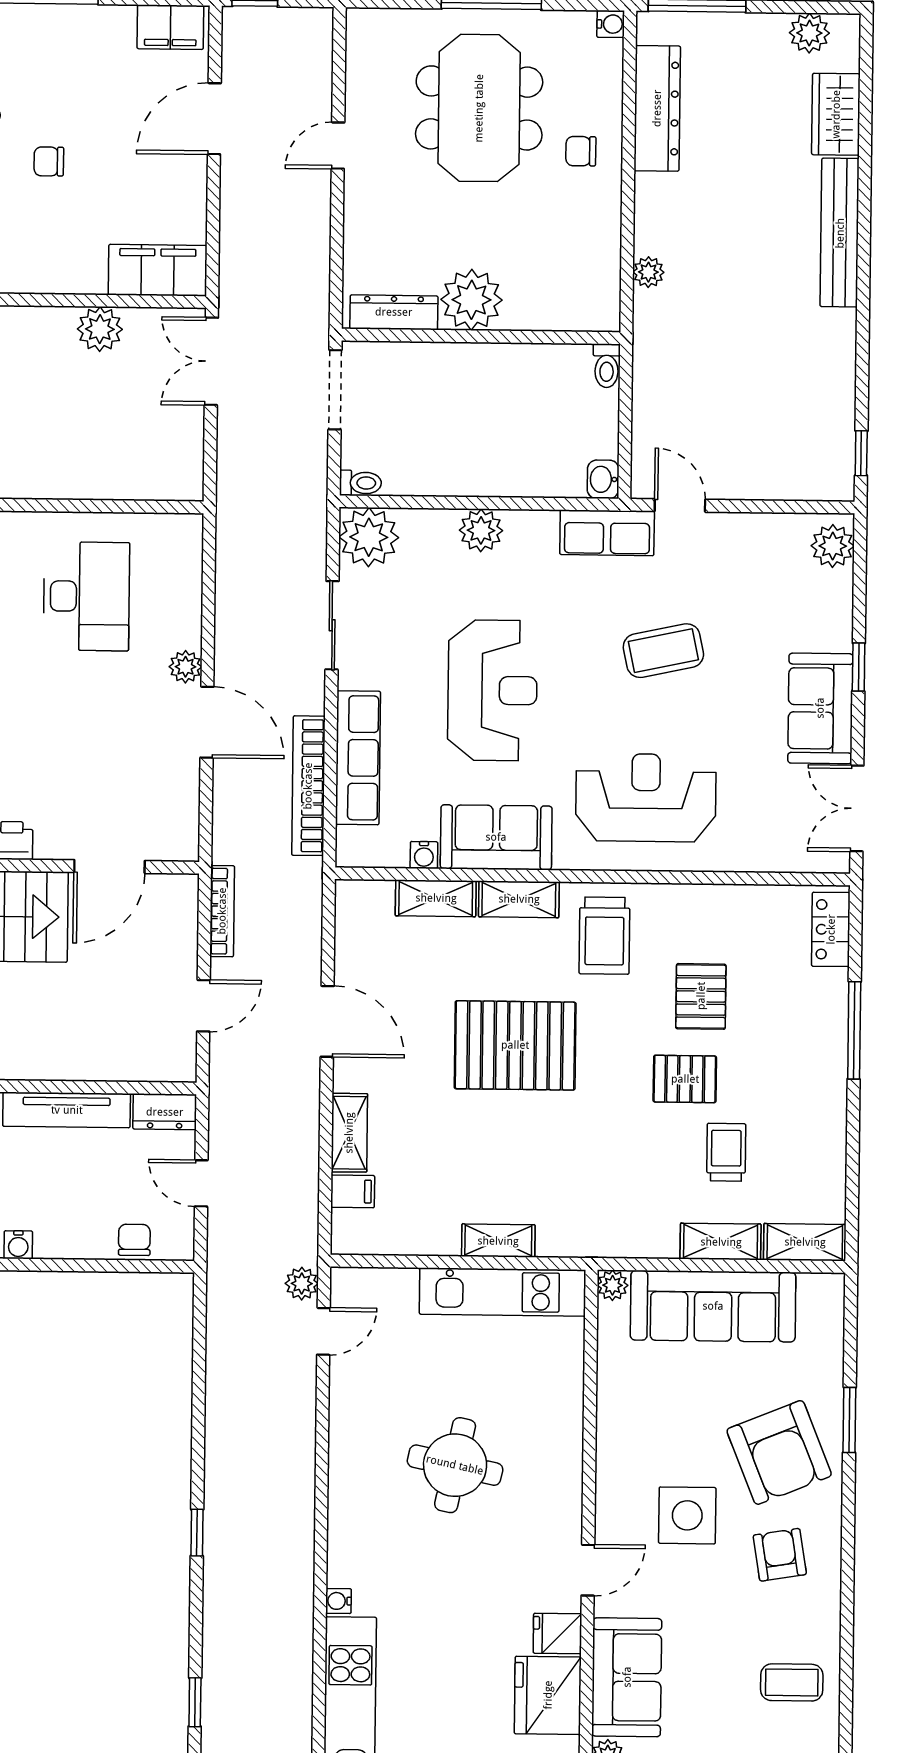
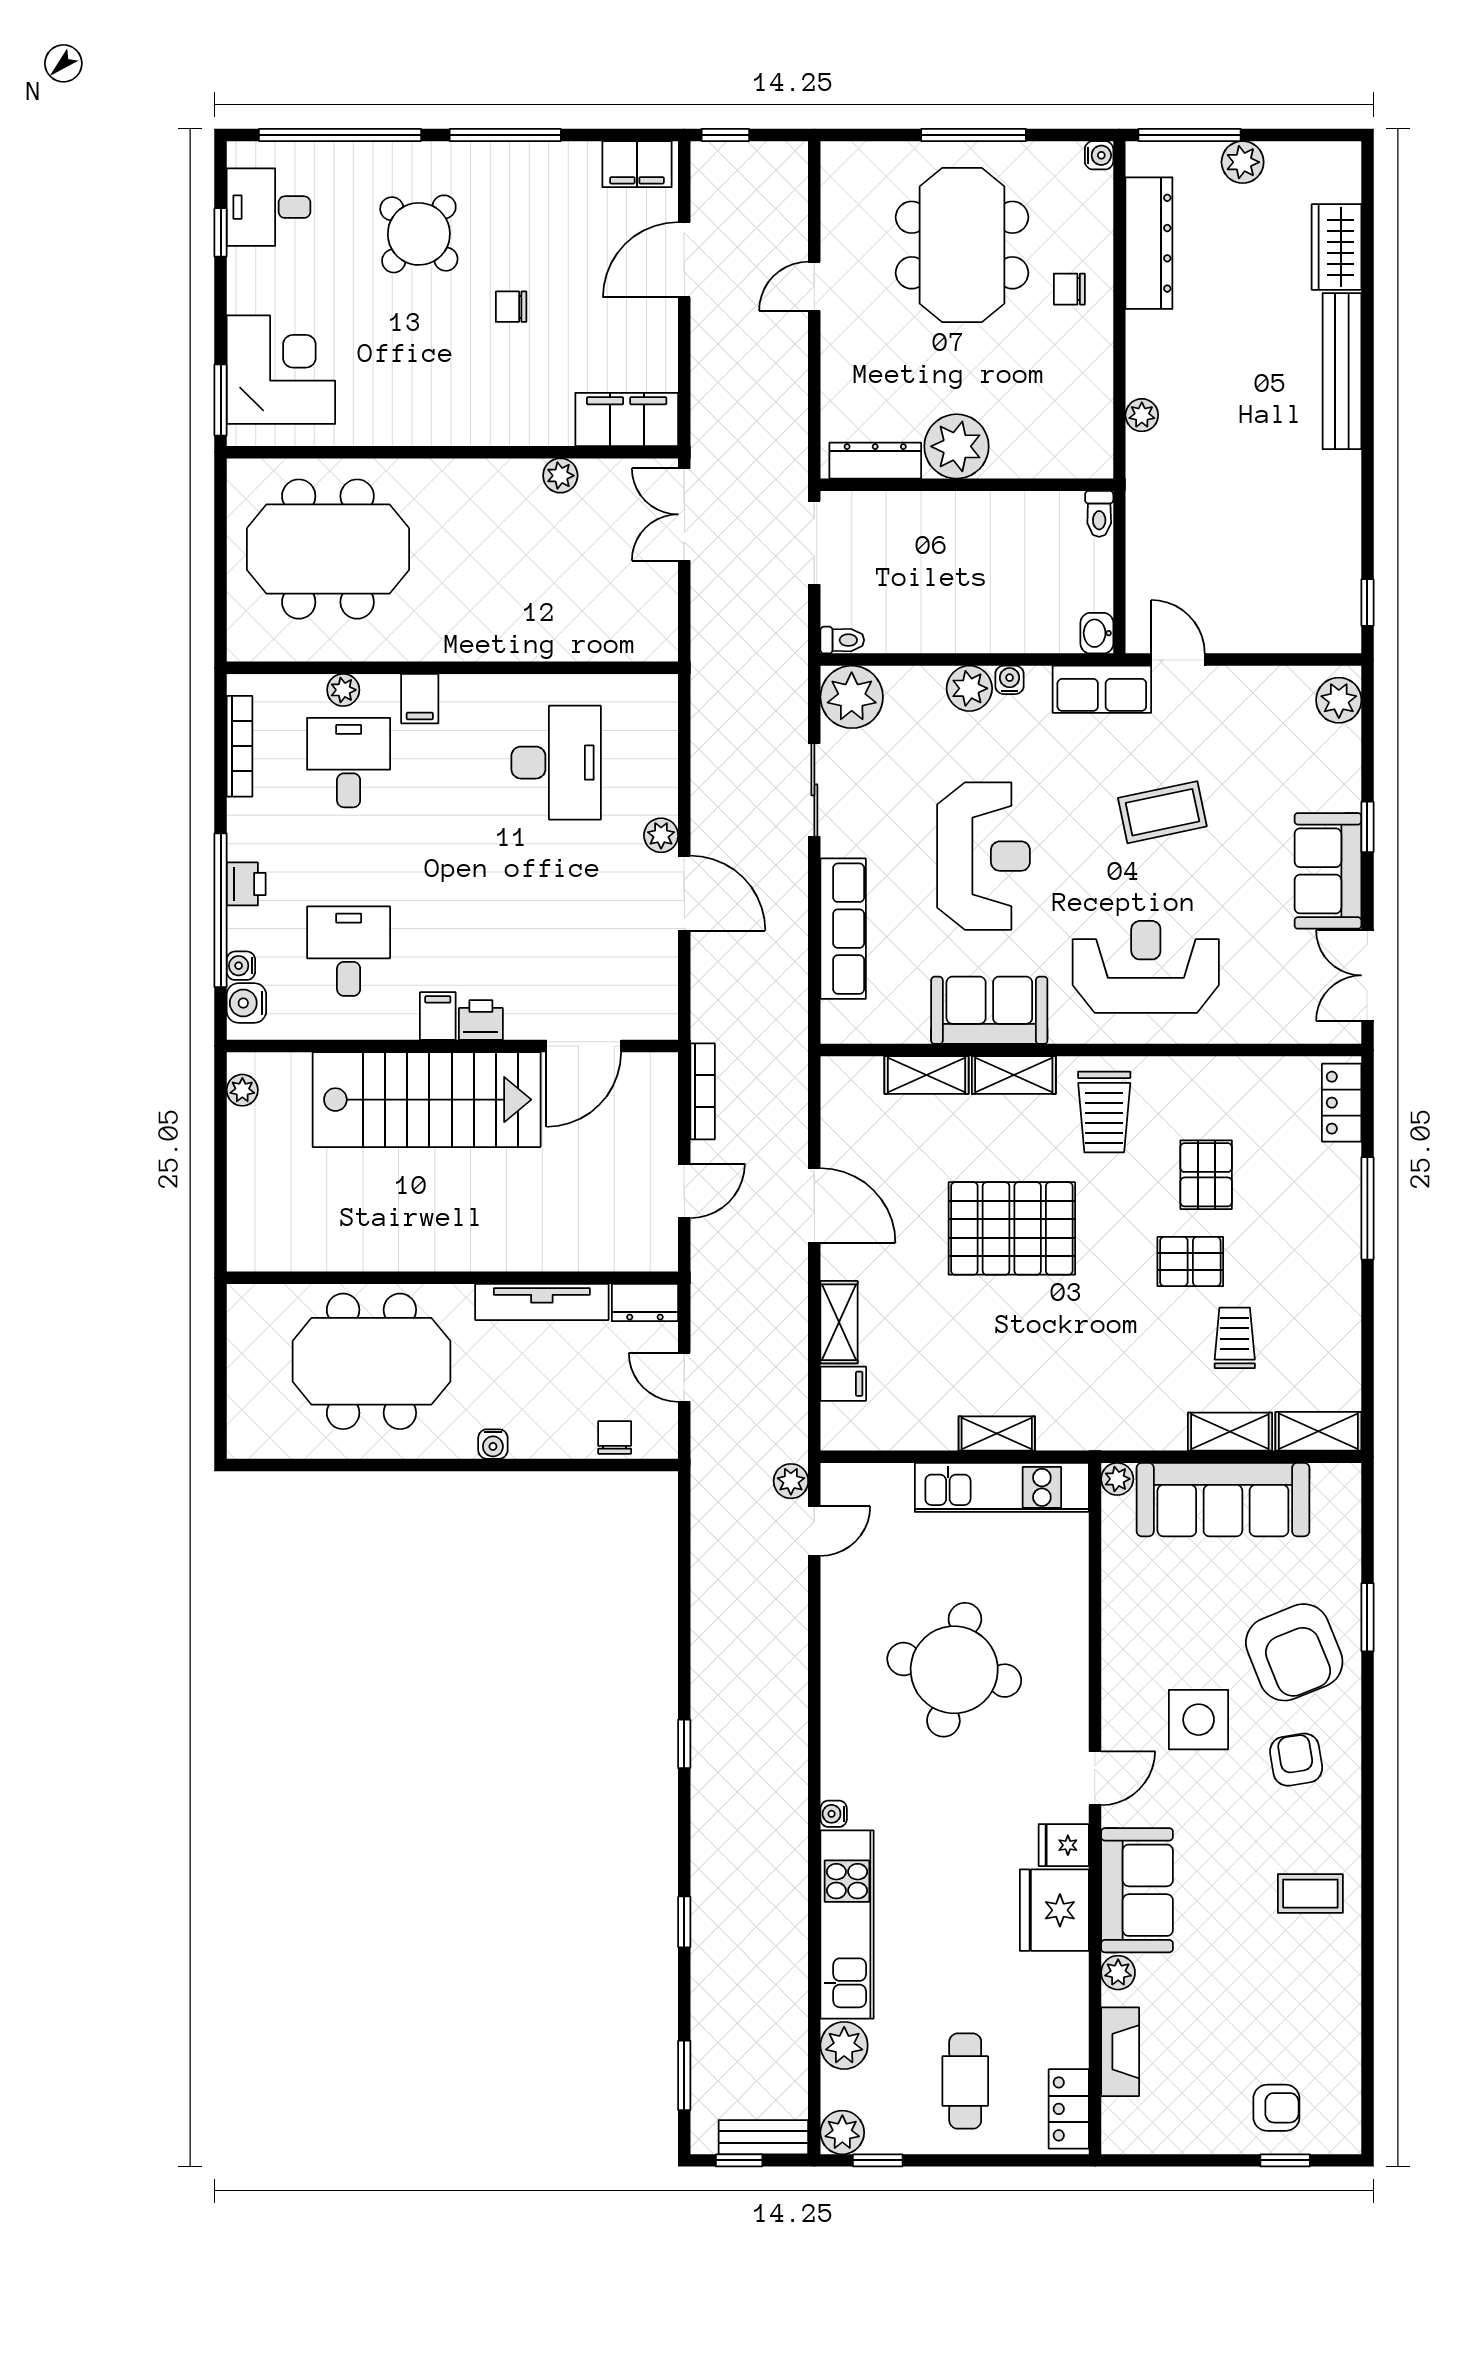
plant: (809, 33) -> (1243, 162), moved
plant: (100, 329) -> (560, 476), width x0.73, depth x0.73
bookcase: (308, 786) -> (792, 959), removed
water cooler: (424, 855) -> (1010, 680), moved, turned 180
round table: (455, 1465) -> (954, 1670), width x1.36, depth x1.36

